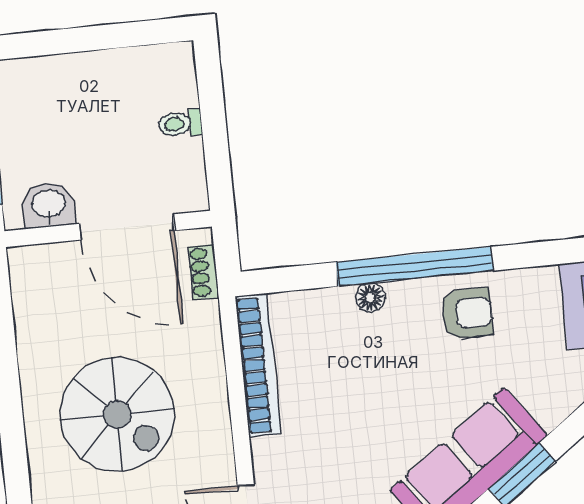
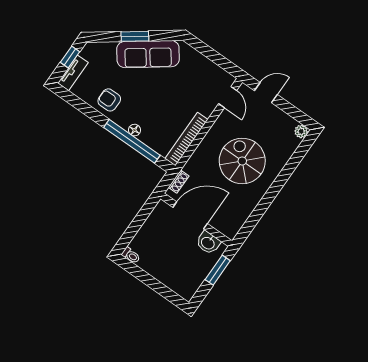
toilet: (180, 124) -> (131, 255), moved
door: (127, 227) -> (190, 215), hinge flipped
window: (415, 266) -> (132, 141), moved

